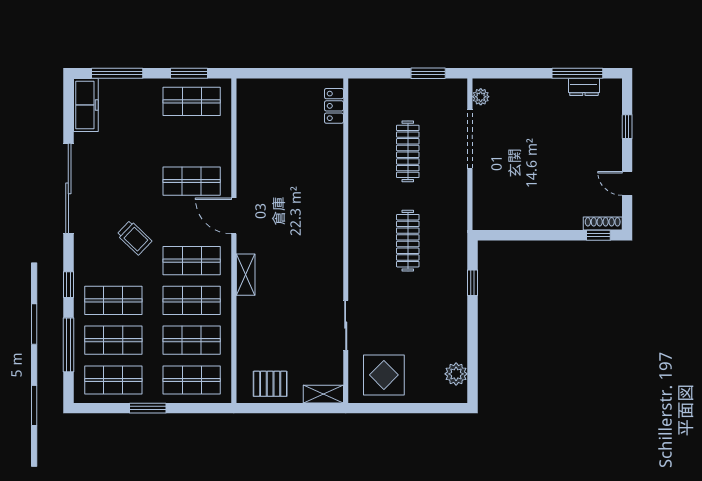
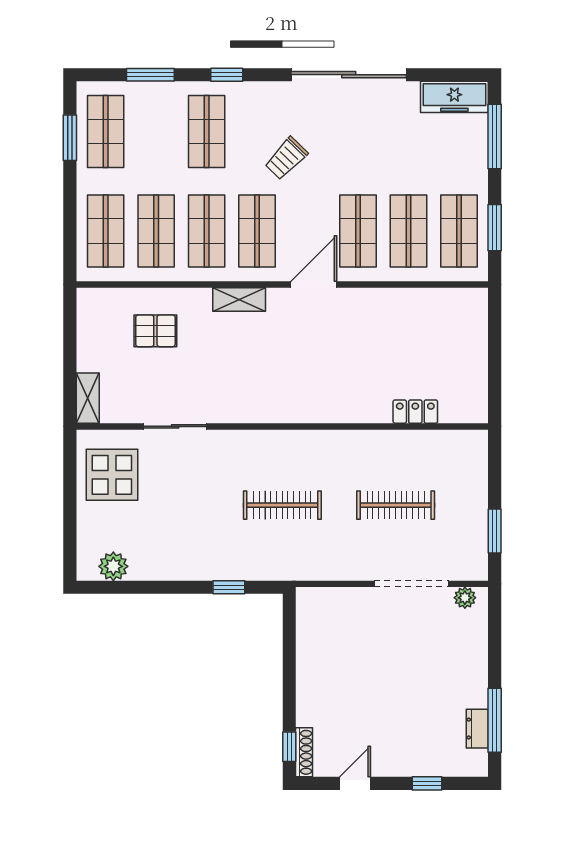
locker: (334, 106) -> (415, 412), moved
shop shelf: (113, 340) -> (408, 231), moved
window: (68, 345) -> (150, 75), width x0.69
pallet: (270, 384) -> (155, 331), moved, turned 90
window: (148, 408) -> (70, 138), moved

